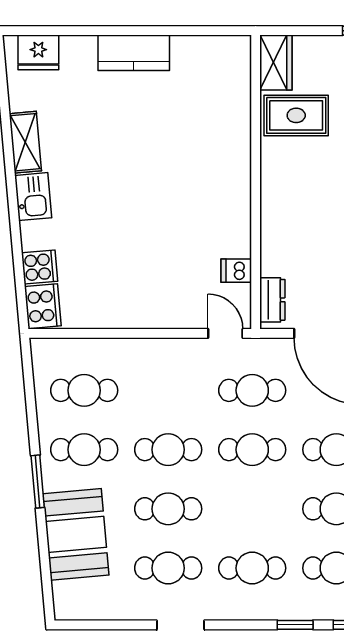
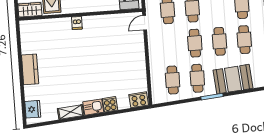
cooker: (40, 267) -> (110, 104), moved
dishwasher: (236, 271) -> (77, 23), moved

